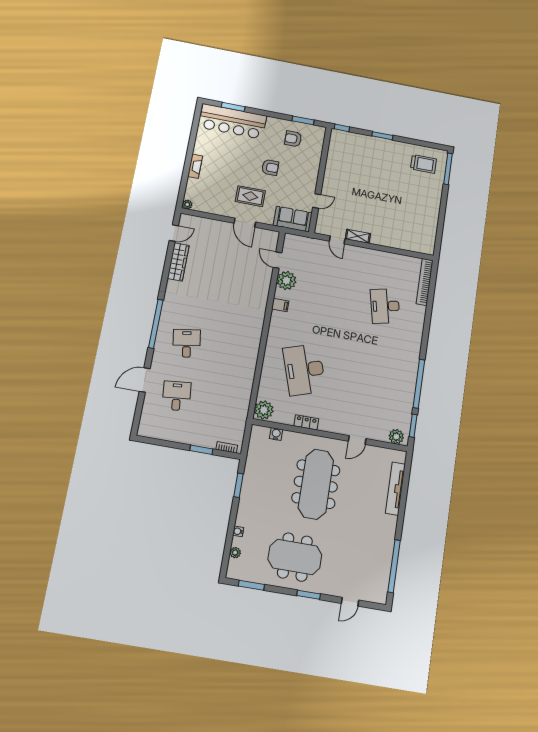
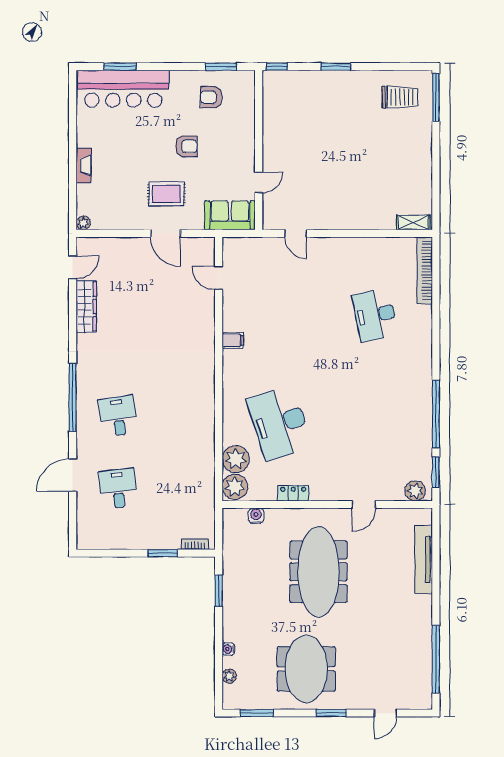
shelving: (358, 236) -> (413, 222), moved
plant: (286, 280) -> (236, 459), moved
meeting table: (295, 557) -> (306, 669), turned 90

